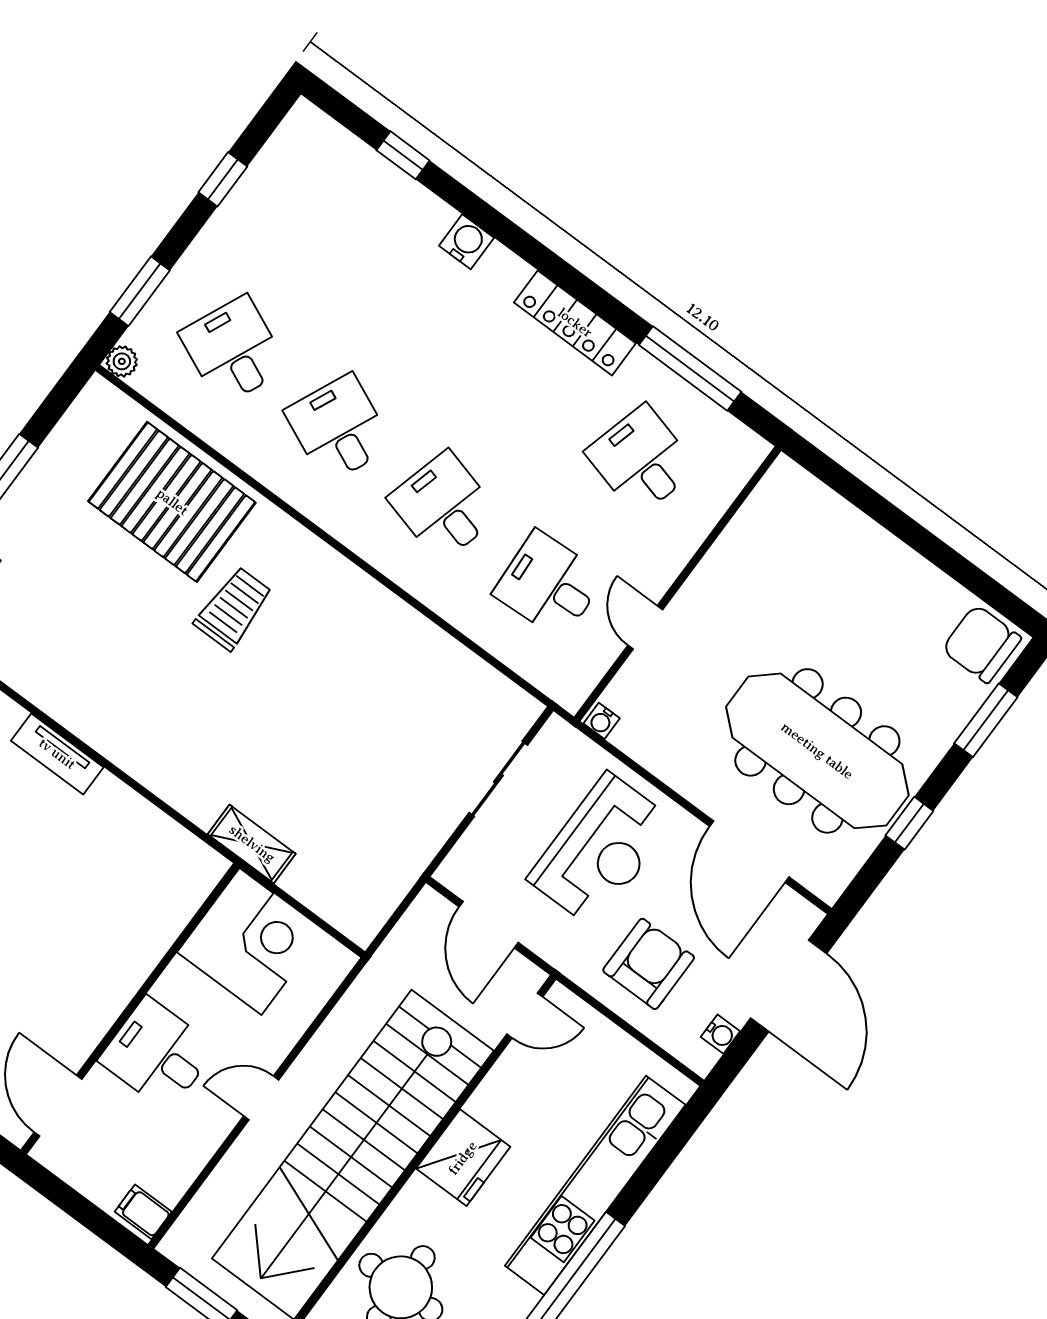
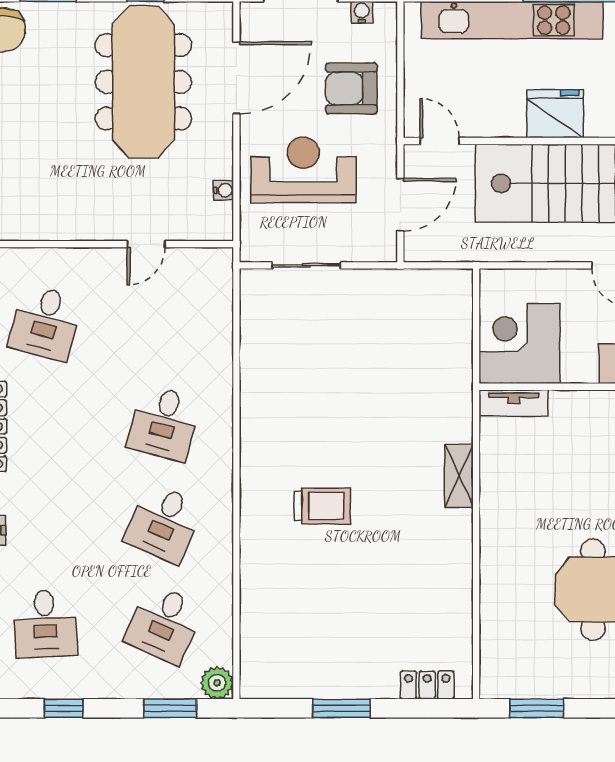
plant: (122, 361) -> (217, 683), width x1.38, depth x1.38
pallet: (172, 502) -> (285, 592), removed
desk: (549, 585) -> (45, 624), moved
trolley: (233, 608) -> (322, 506), turned 180
water cooler: (602, 721) -> (223, 190), moved
tv unit: (57, 754) -> (514, 403), moved, turned 90
shelving: (252, 844) -> (459, 476), moved

